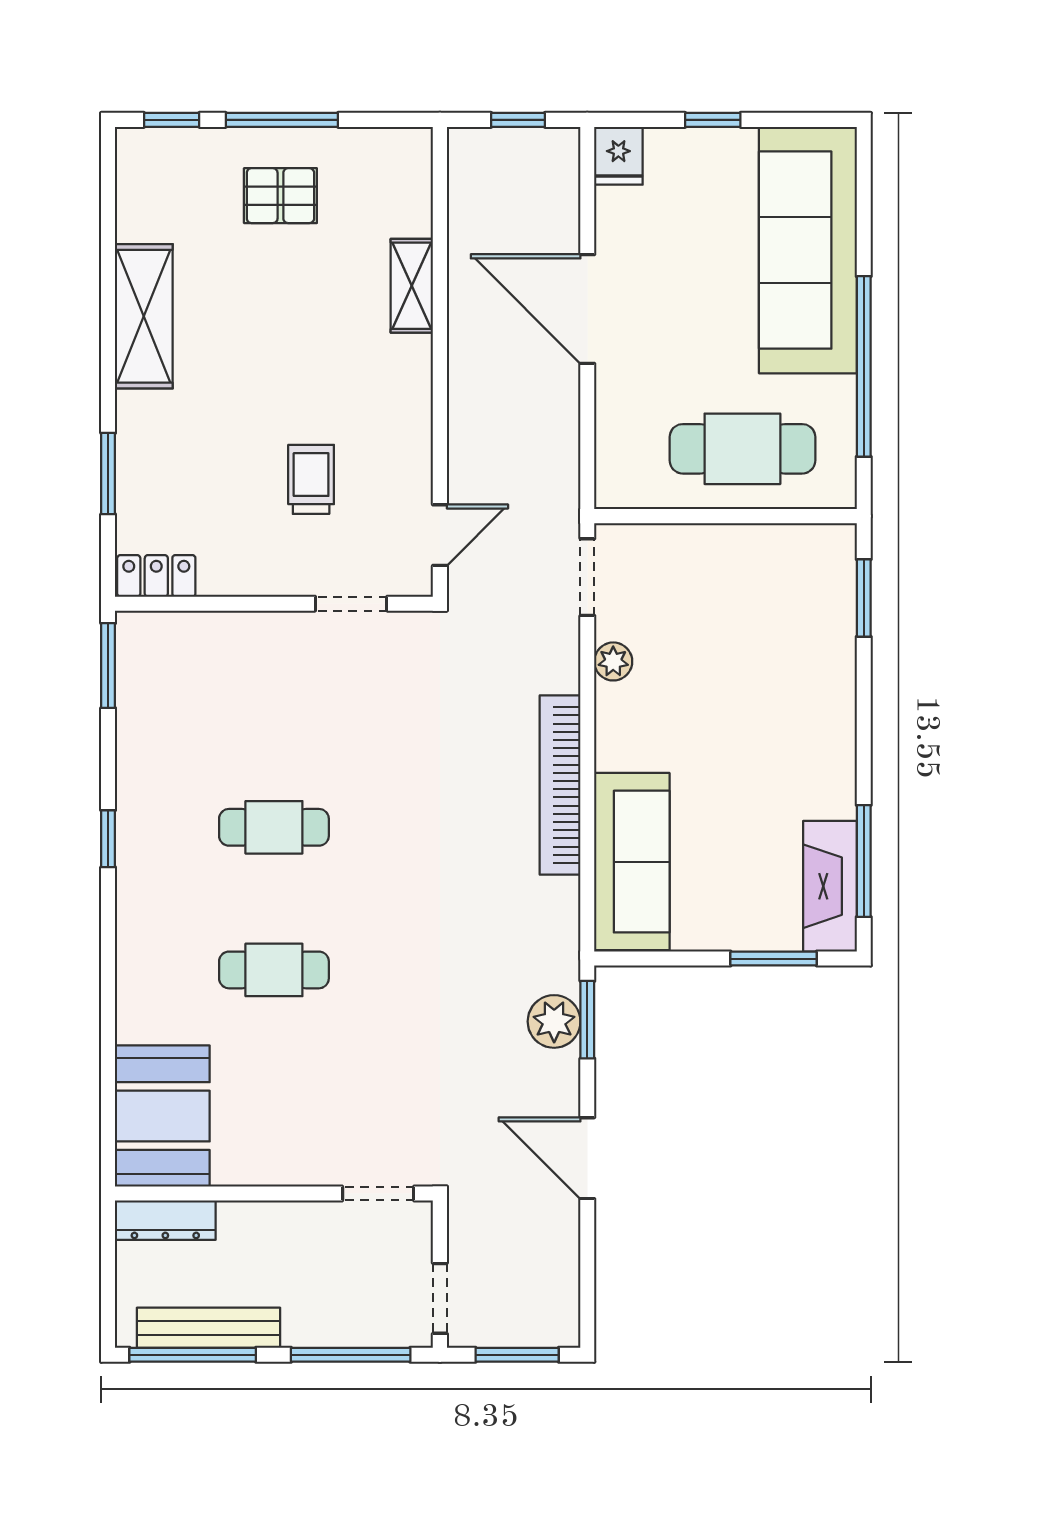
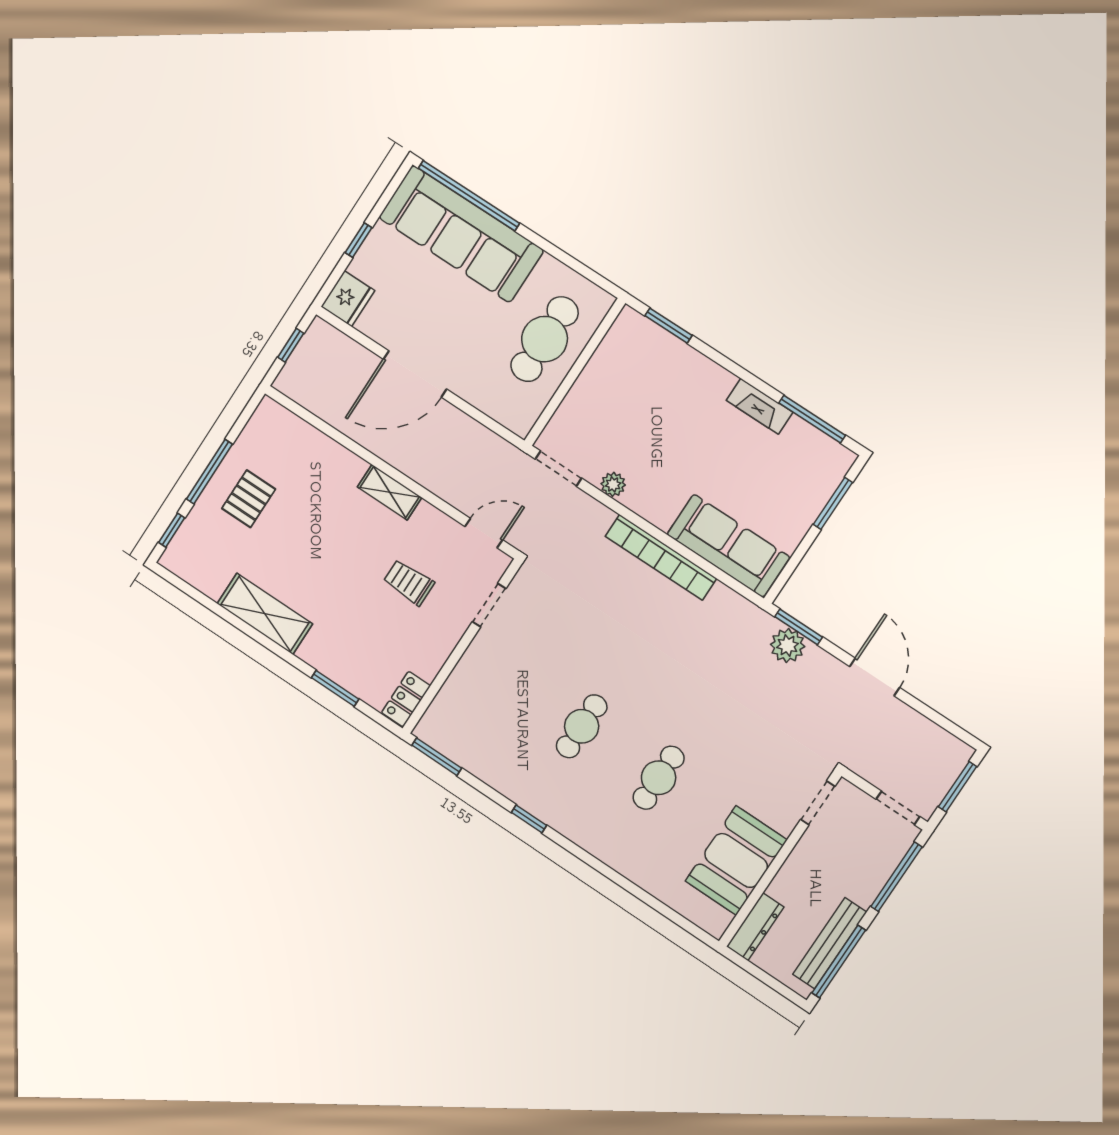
fridge: (618, 156) -> (348, 299), width x1.38
shelving: (412, 286) -> (390, 492), moved
window: (864, 366) -> (469, 196), moved
door: (440, 535) -> (484, 533), hinge flipped
fireplace: (830, 886) -> (760, 406), moved, width x0.73, depth x0.76
booth: (162, 1116) -> (736, 860), moved, turned 90
door: (587, 1158) -> (875, 677), swing flipped

